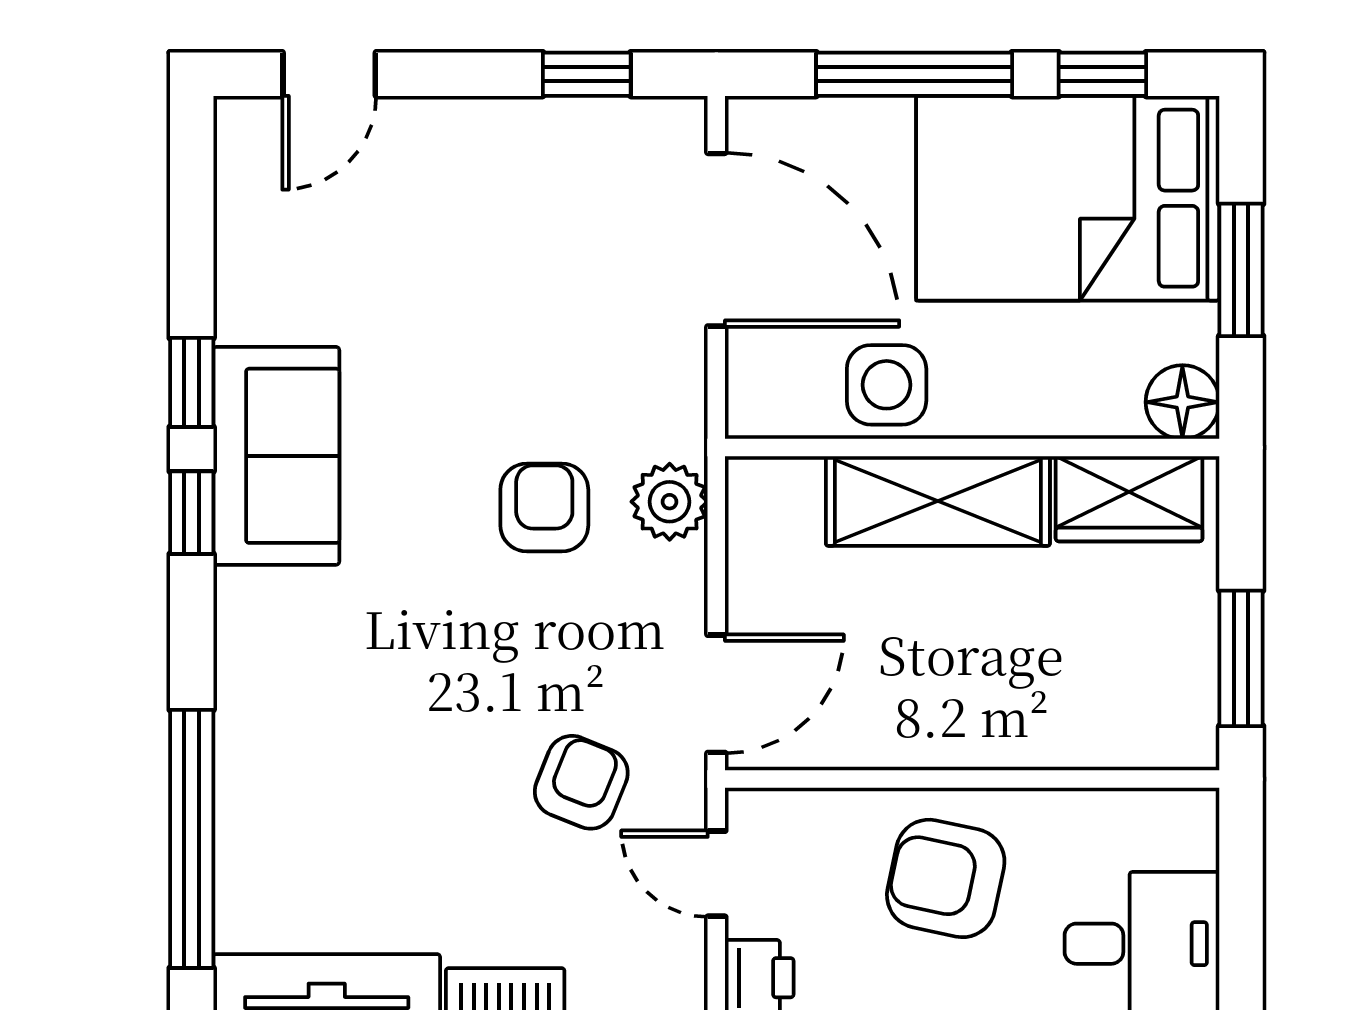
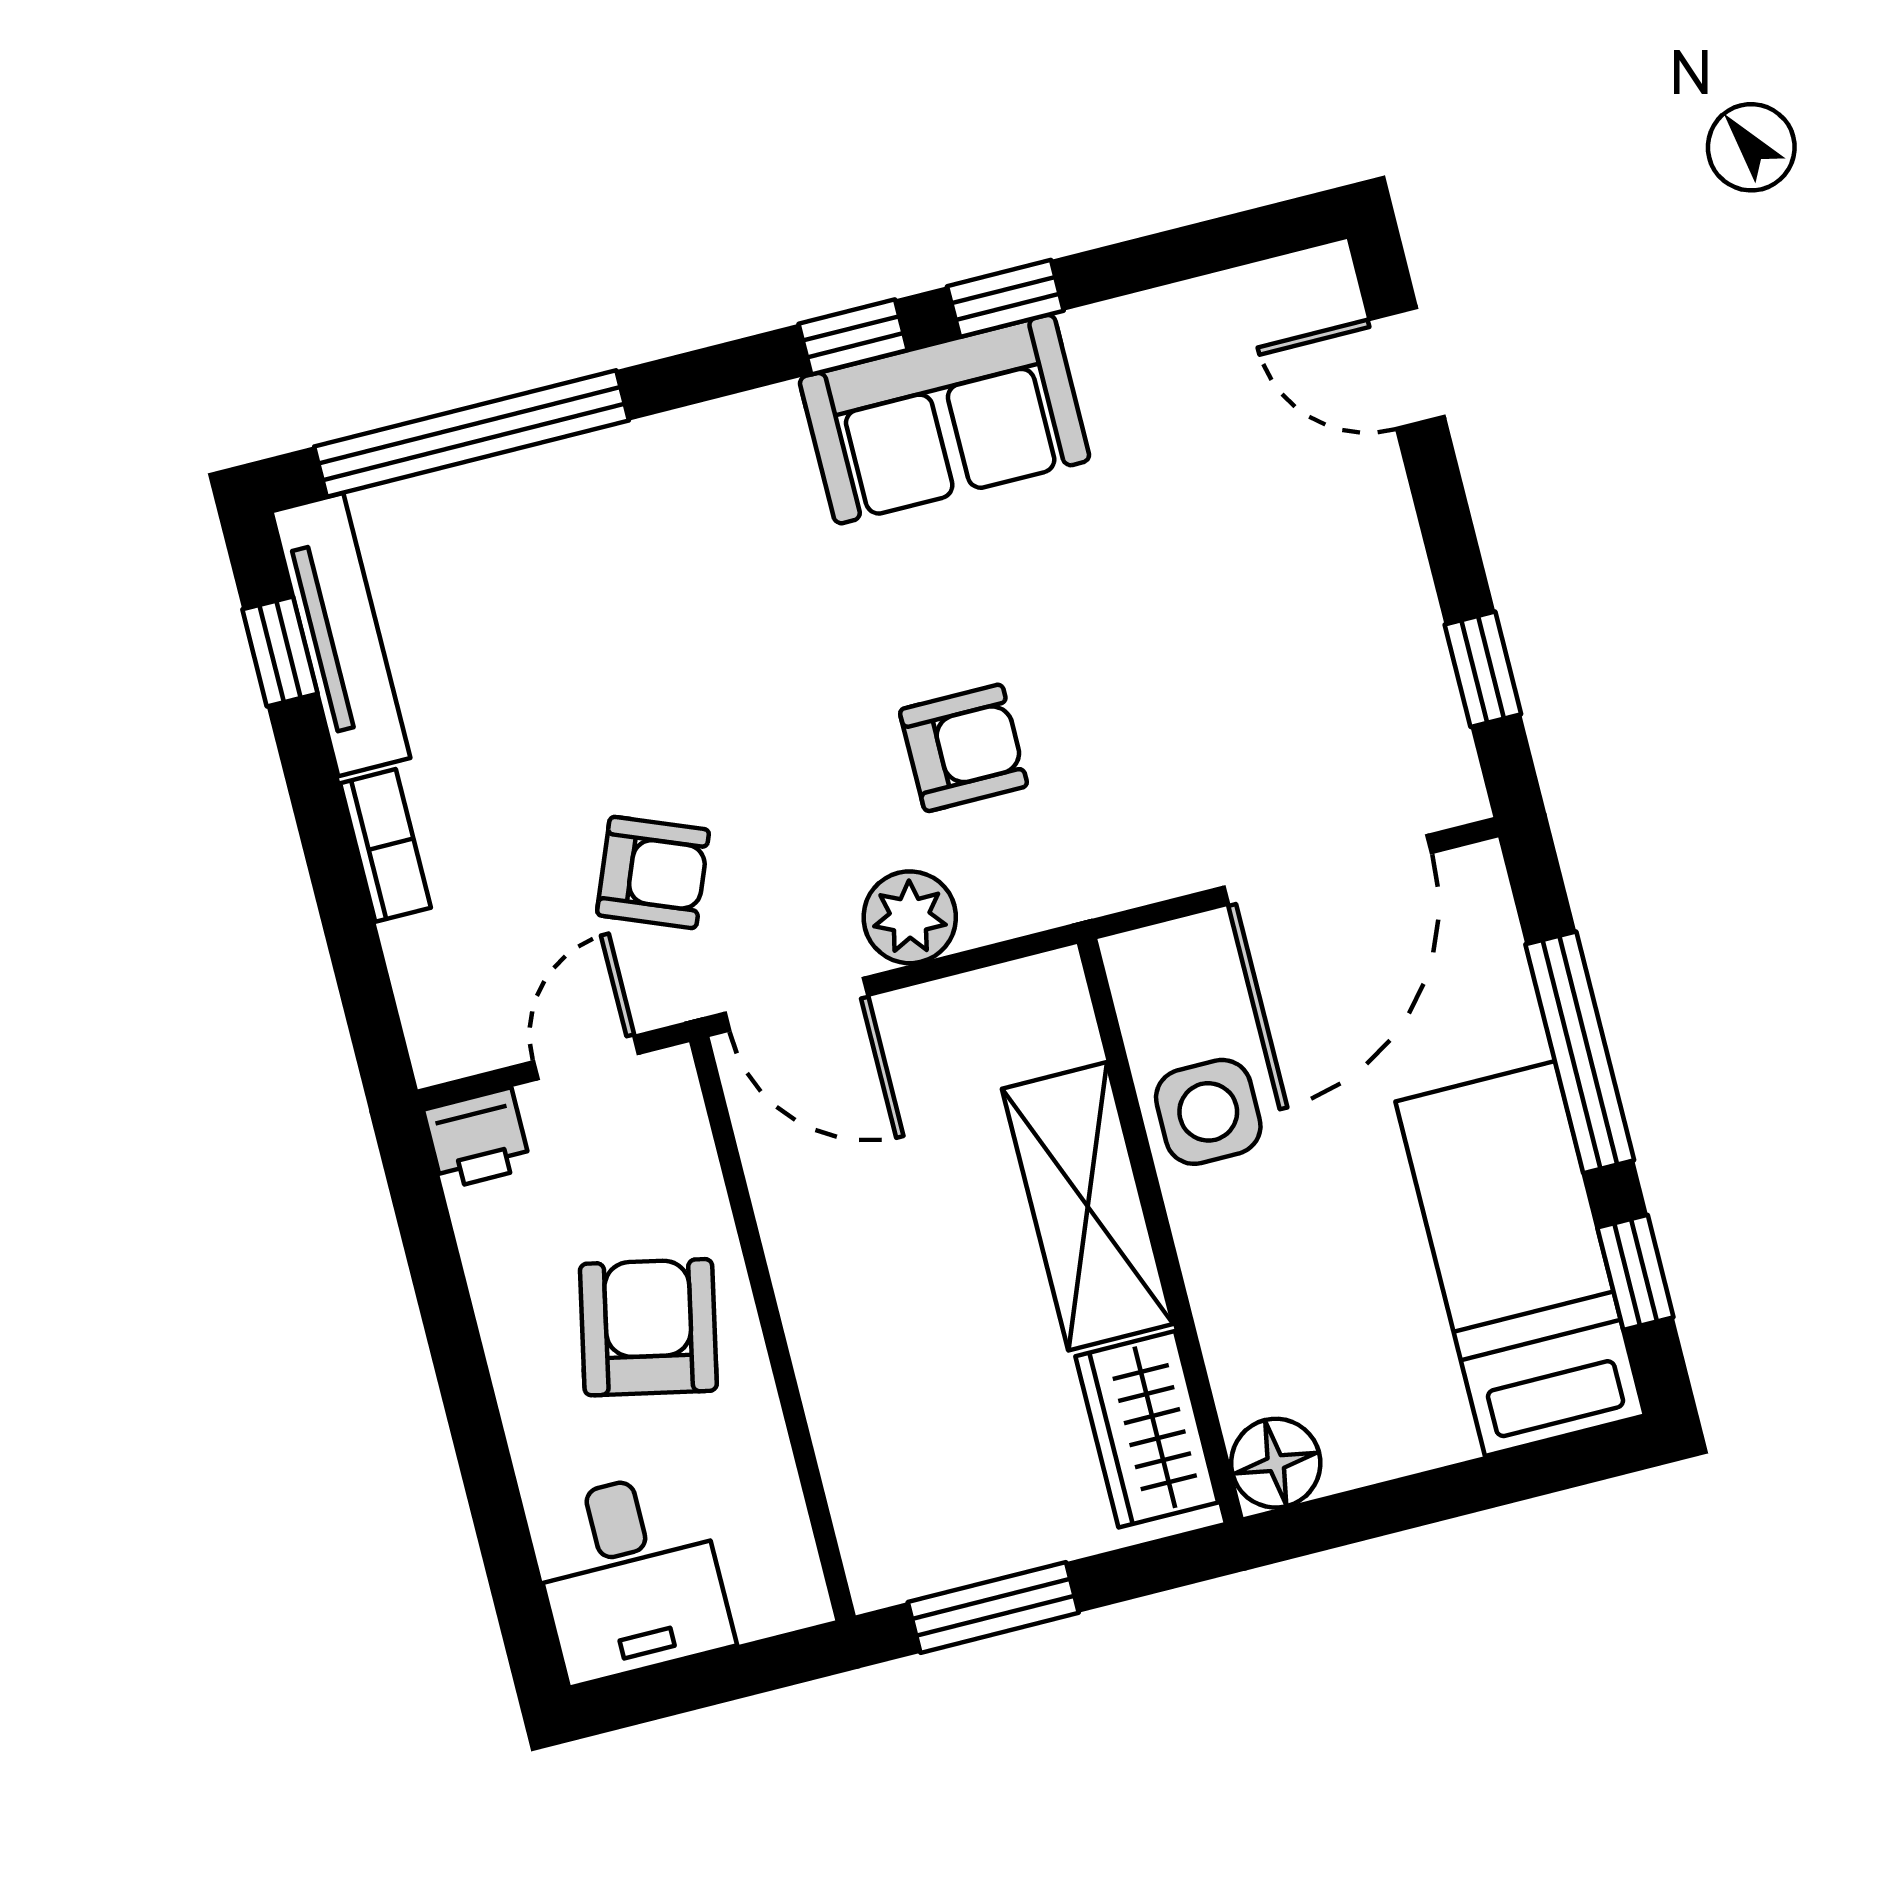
bed: (1068, 198) -> (1520, 1259), width x0.67
window: (1241, 270) -> (1448, 1493), removed
plant: (670, 502) -> (910, 917), moved

